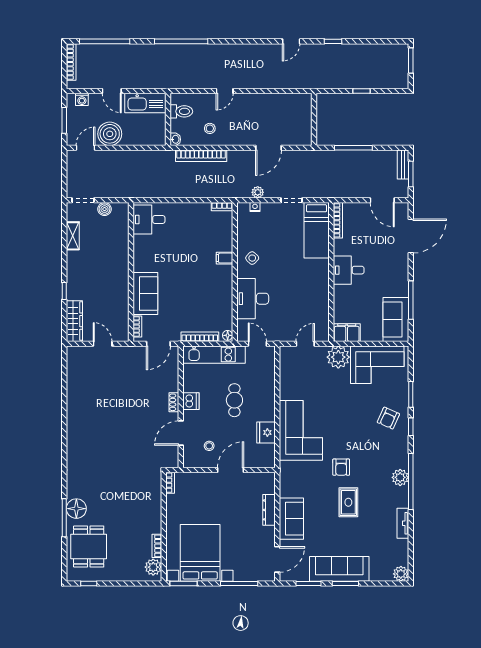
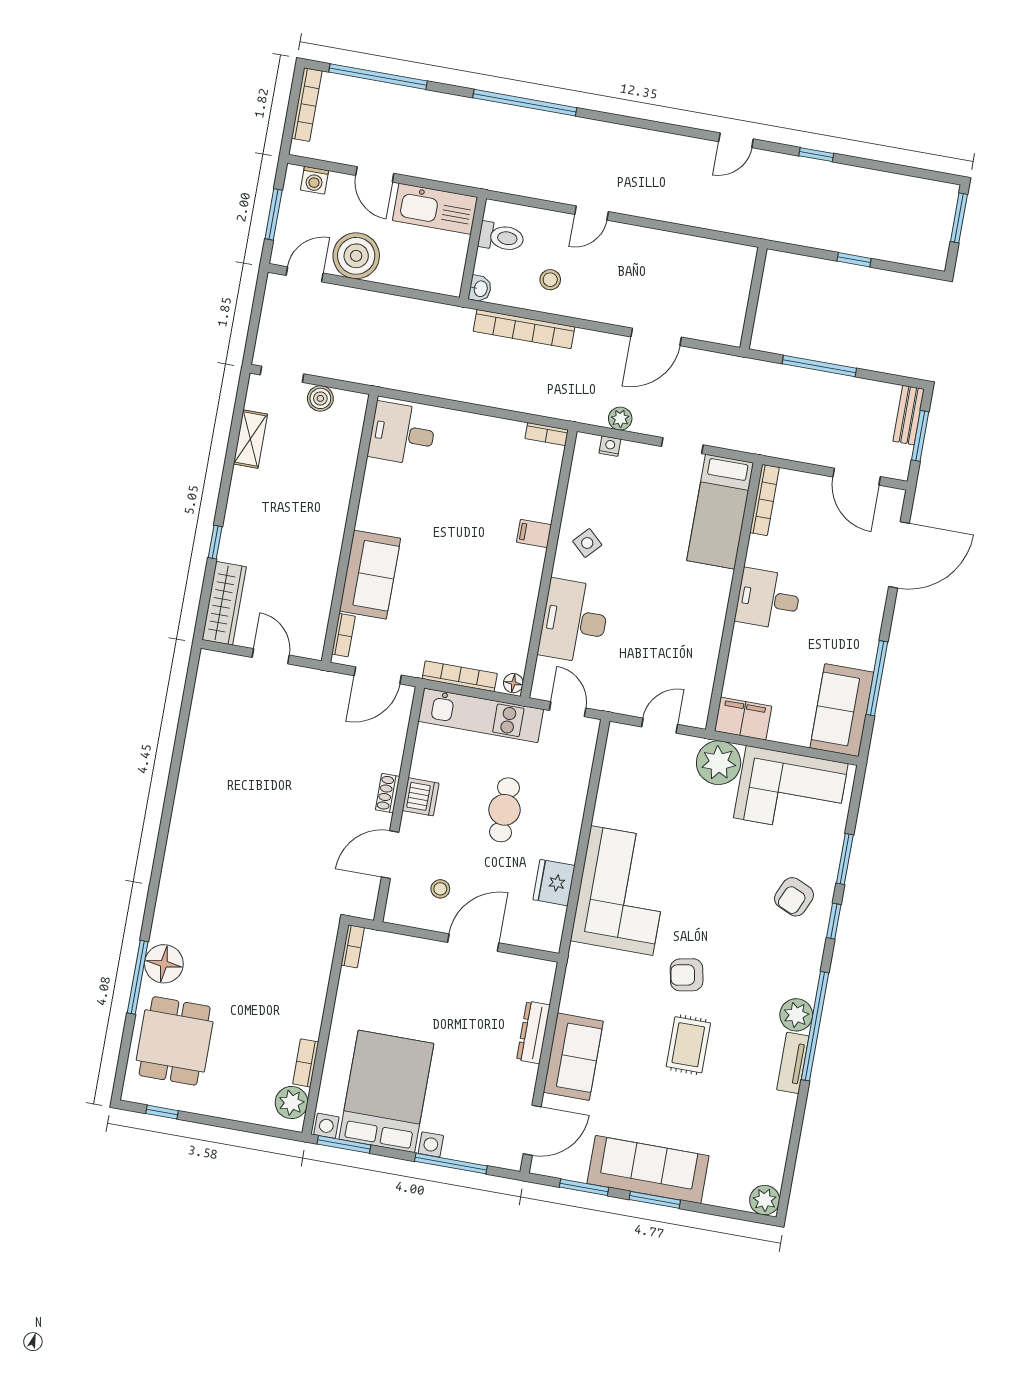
armchair: (341, 467) -> (687, 975), turned 79
tv unit: (403, 523) -> (793, 1063), moved

